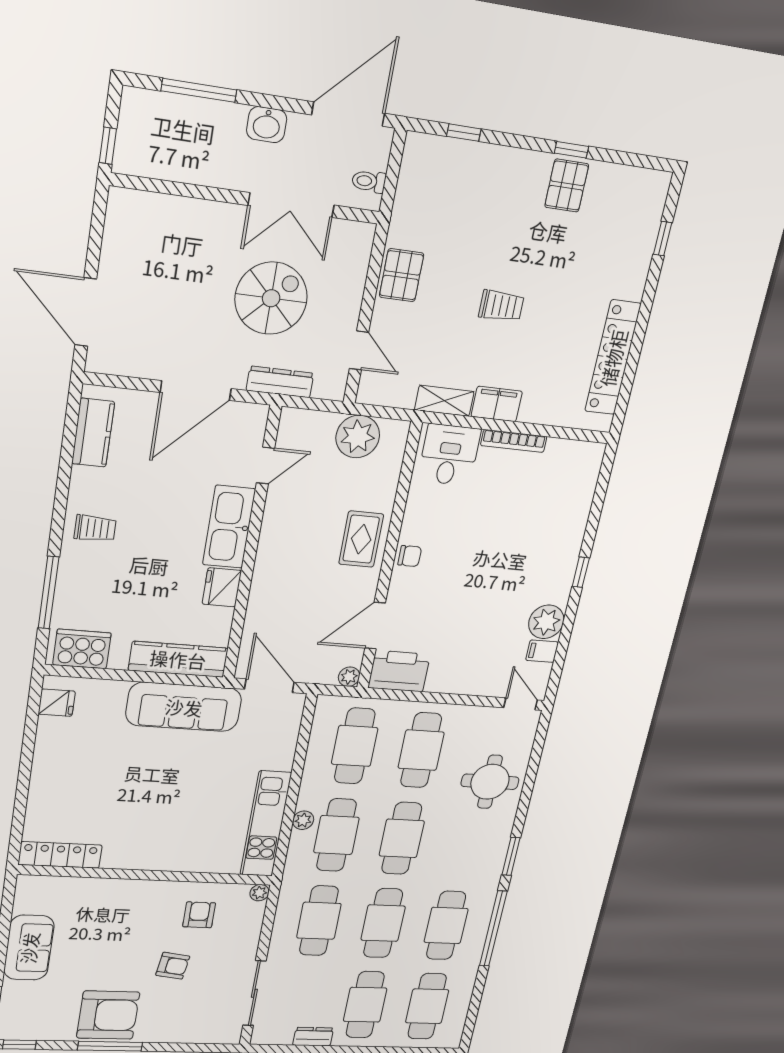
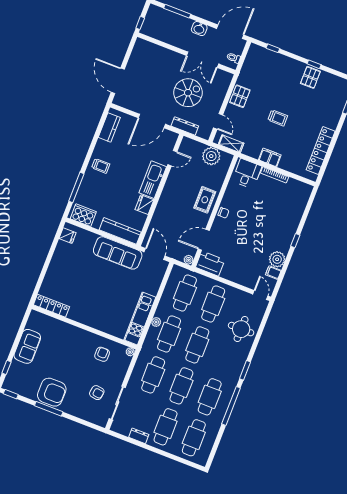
shelving: (444, 401) -> (231, 144), moved
armchair: (173, 966) -> (97, 393), moved

